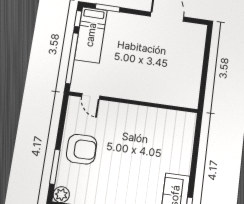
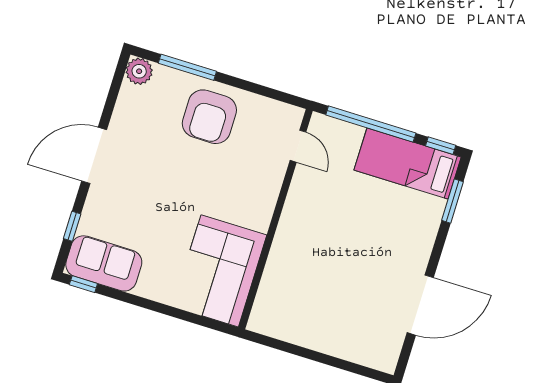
door: (91, 96) -> (298, 146), swing flipped
corner sofa: (168, 129) -> (220, 271), added

